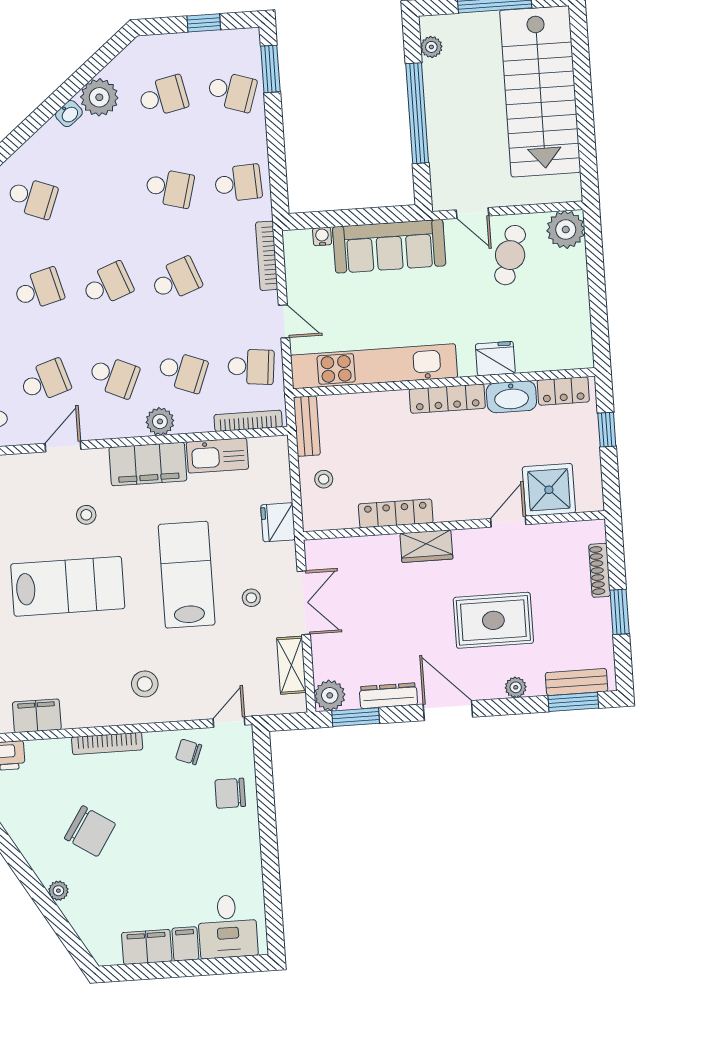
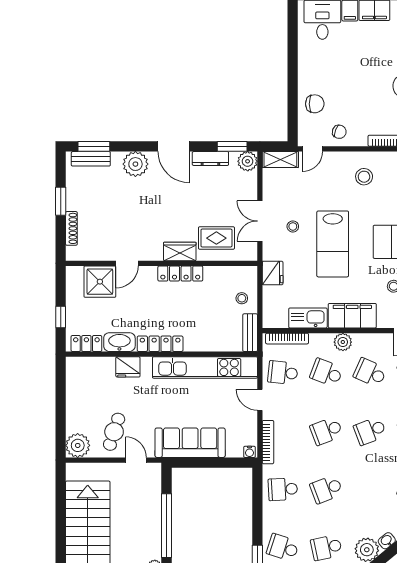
school desk: (170, 188) -> (326, 489), turned -36
water cooler: (322, 236) -> (250, 452), moved
locker: (396, 513) -> (180, 274), moved
rug: (493, 620) -> (216, 238), moved, width x0.73, depth x0.70
shelving: (291, 665) -> (280, 160), moved, turned 90
plant: (516, 687) -> (135, 164), width x1.88, depth x1.88

